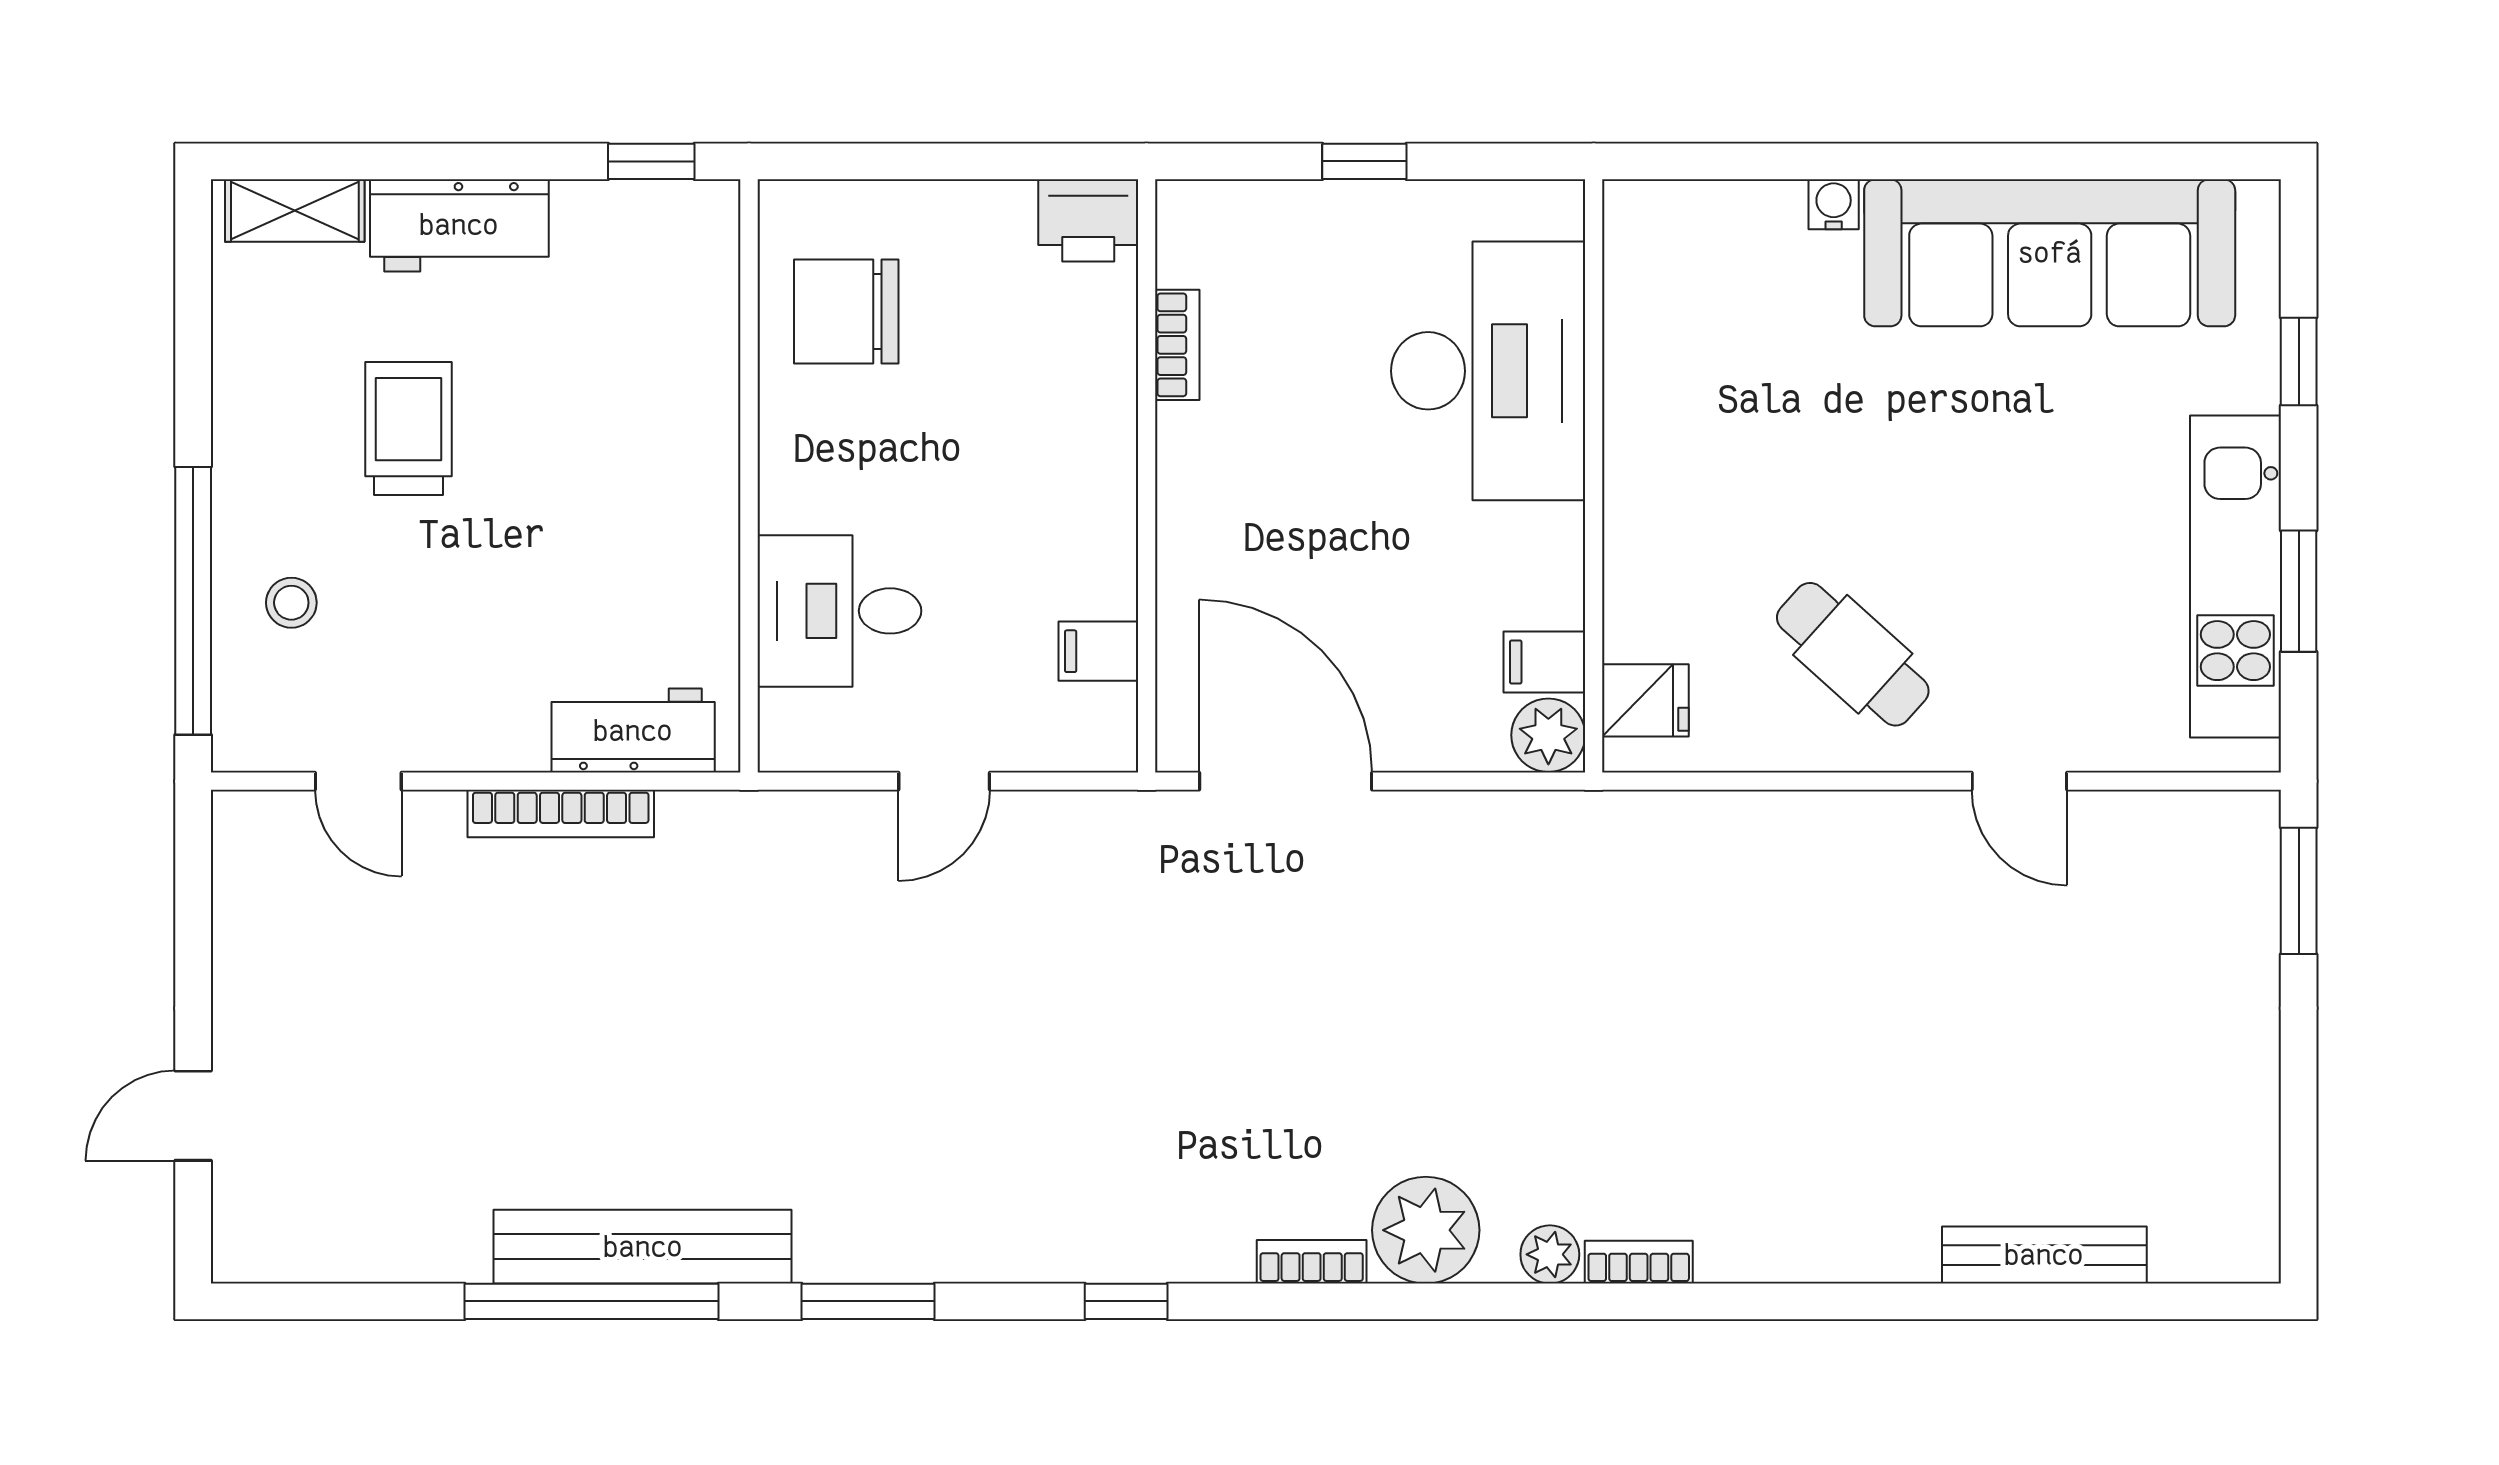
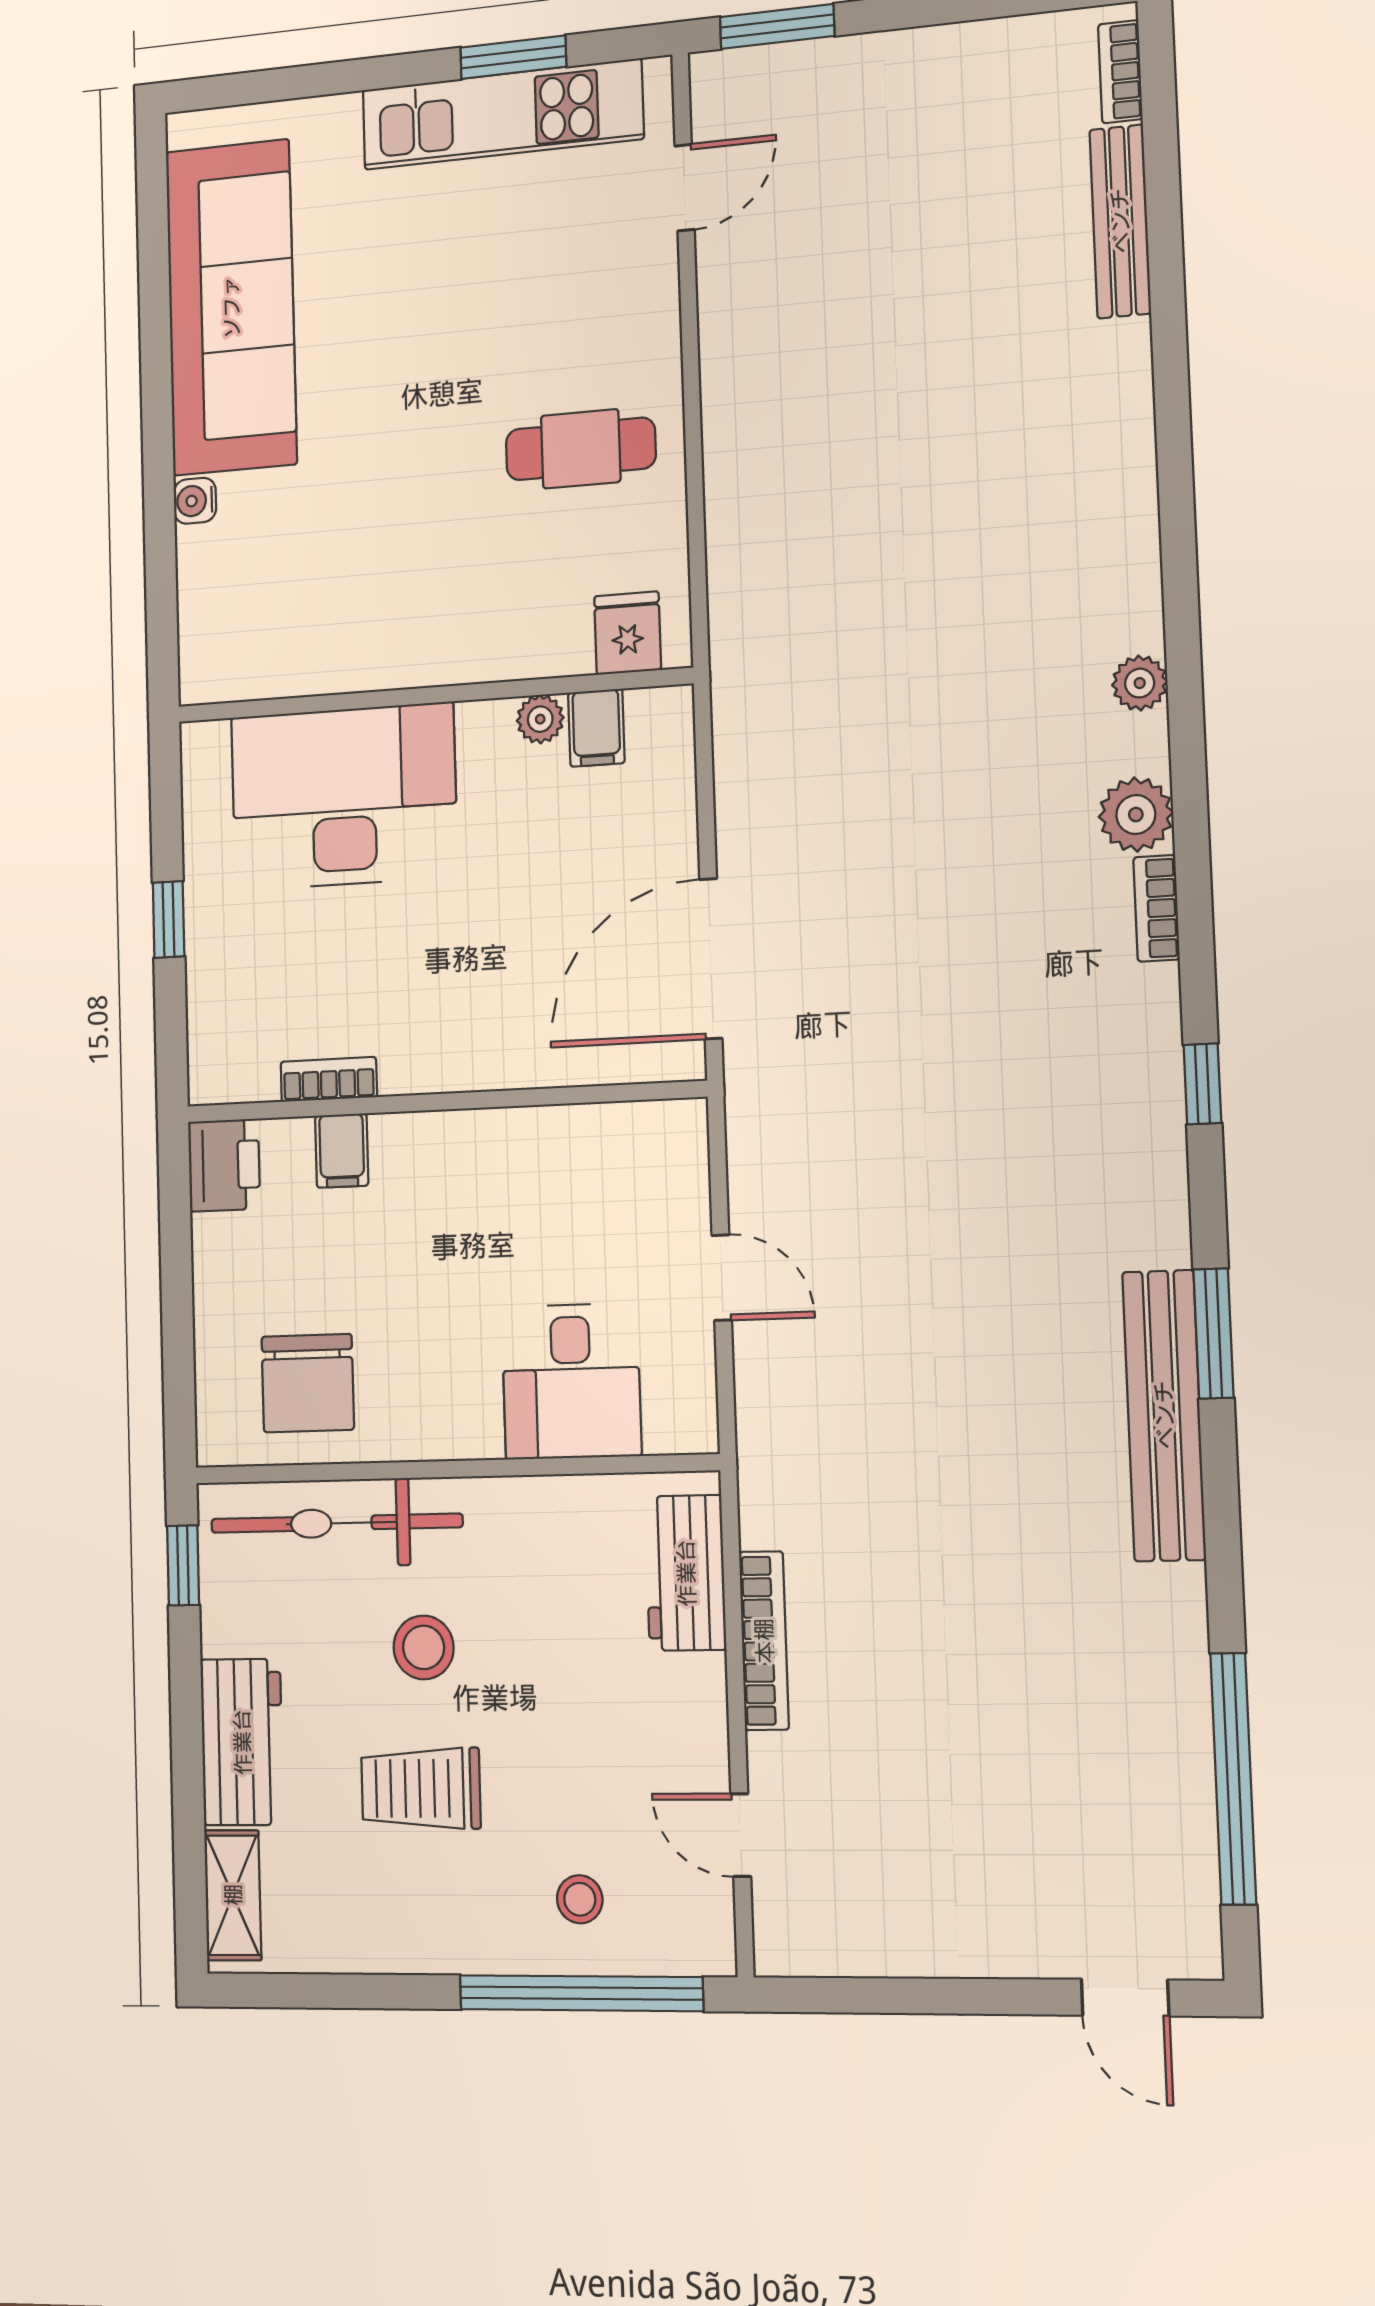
bicycle: (694, 340) -> (336, 1523), added
window: (2299, 362) -> (317, 80), removed
stool: (559, 436) -> (424, 1647), added
filing cabinet: (1098, 651) -> (342, 1151), moved
cafe table: (1853, 654) -> (581, 449), turned 48
plant: (1548, 735) -> (540, 719), moved, width x0.73, depth x0.73
door: (358, 781) -> (741, 1835), swing flipped
door: (2019, 781) -> (685, 188), moved
door: (193, 1116) -> (1125, 1998), moved
plant: (1426, 1230) -> (1136, 815), width x0.73, depth x0.73
bench: (643, 1247) -> (1164, 1415), moved
bookcase: (1639, 1262) -> (1120, 72), moved
window: (591, 1301) -> (1233, 1779), moved

